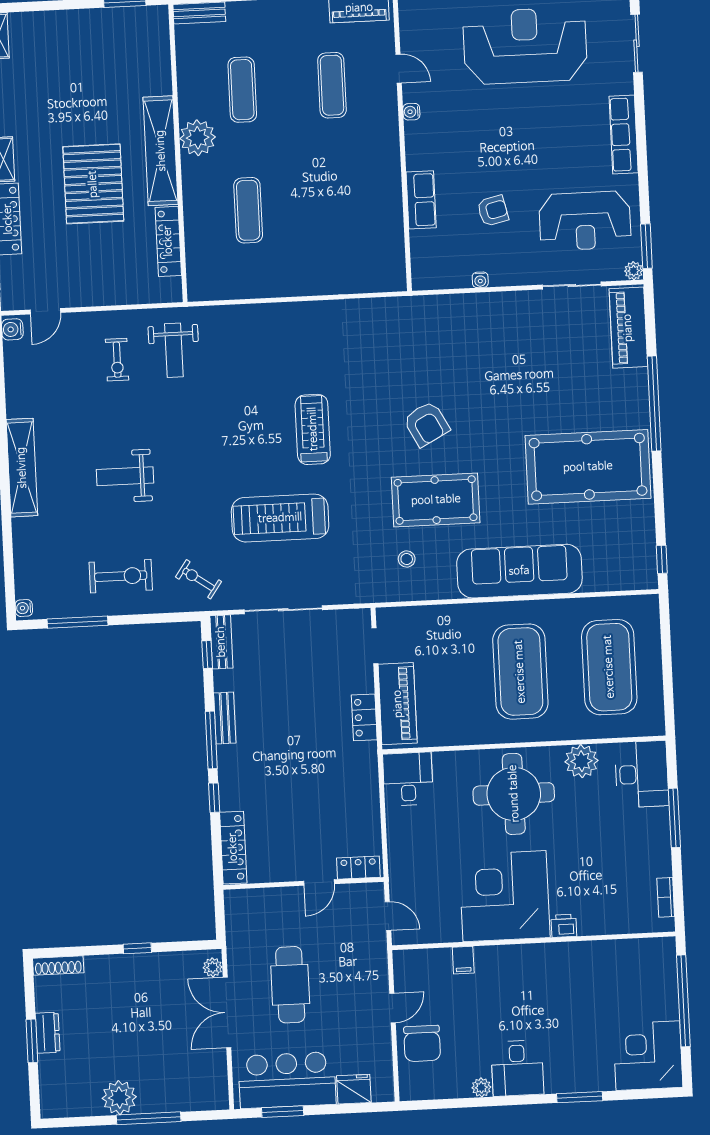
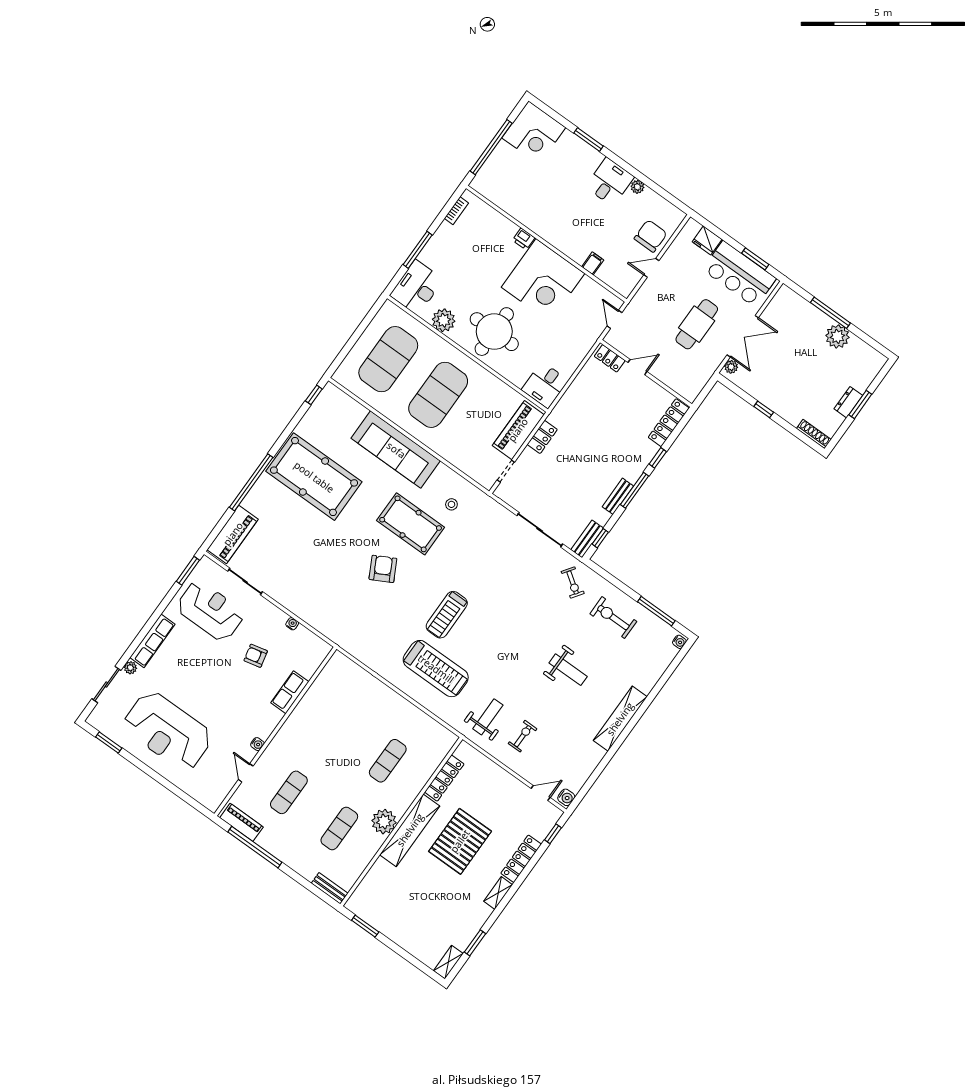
plant: (634, 271) -> (130, 668), moved
treadmill: (280, 518) -> (436, 669), moved

